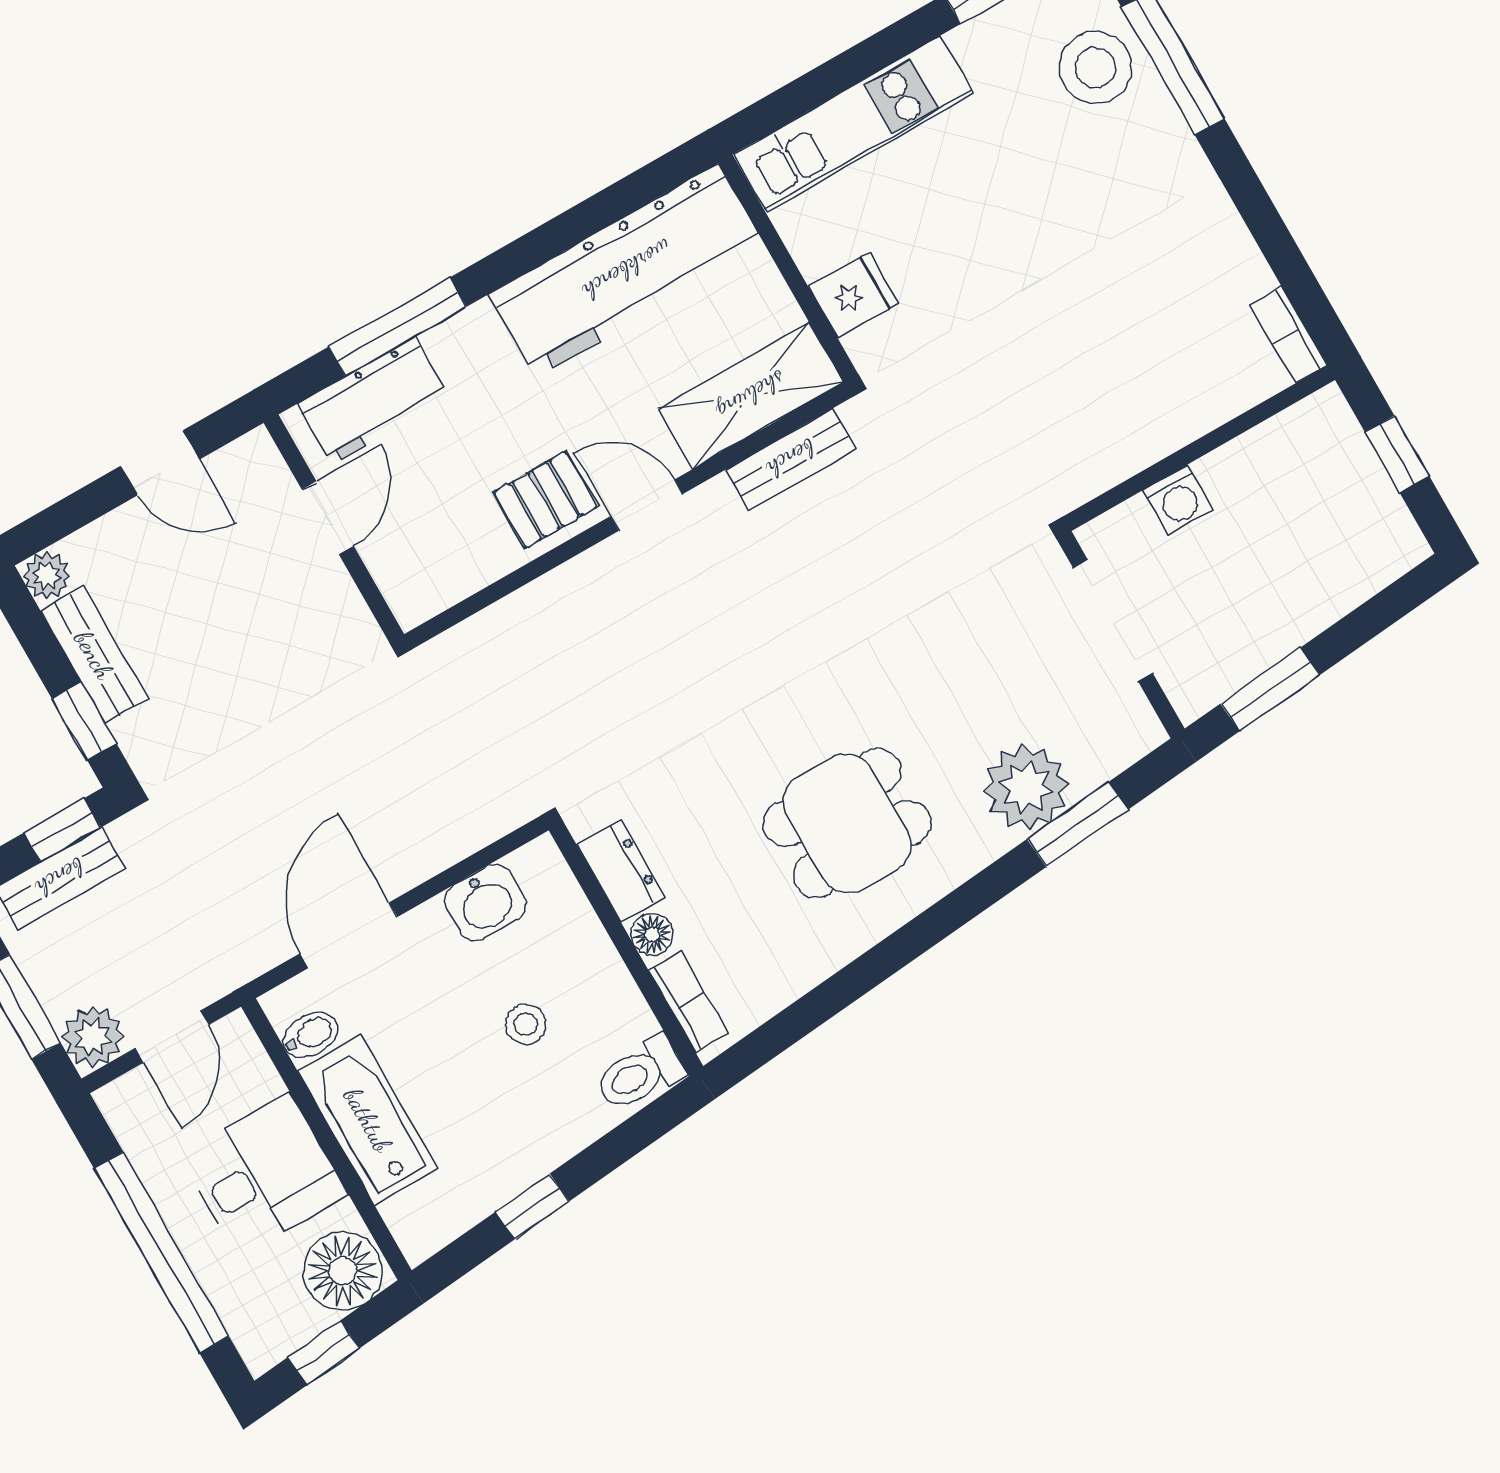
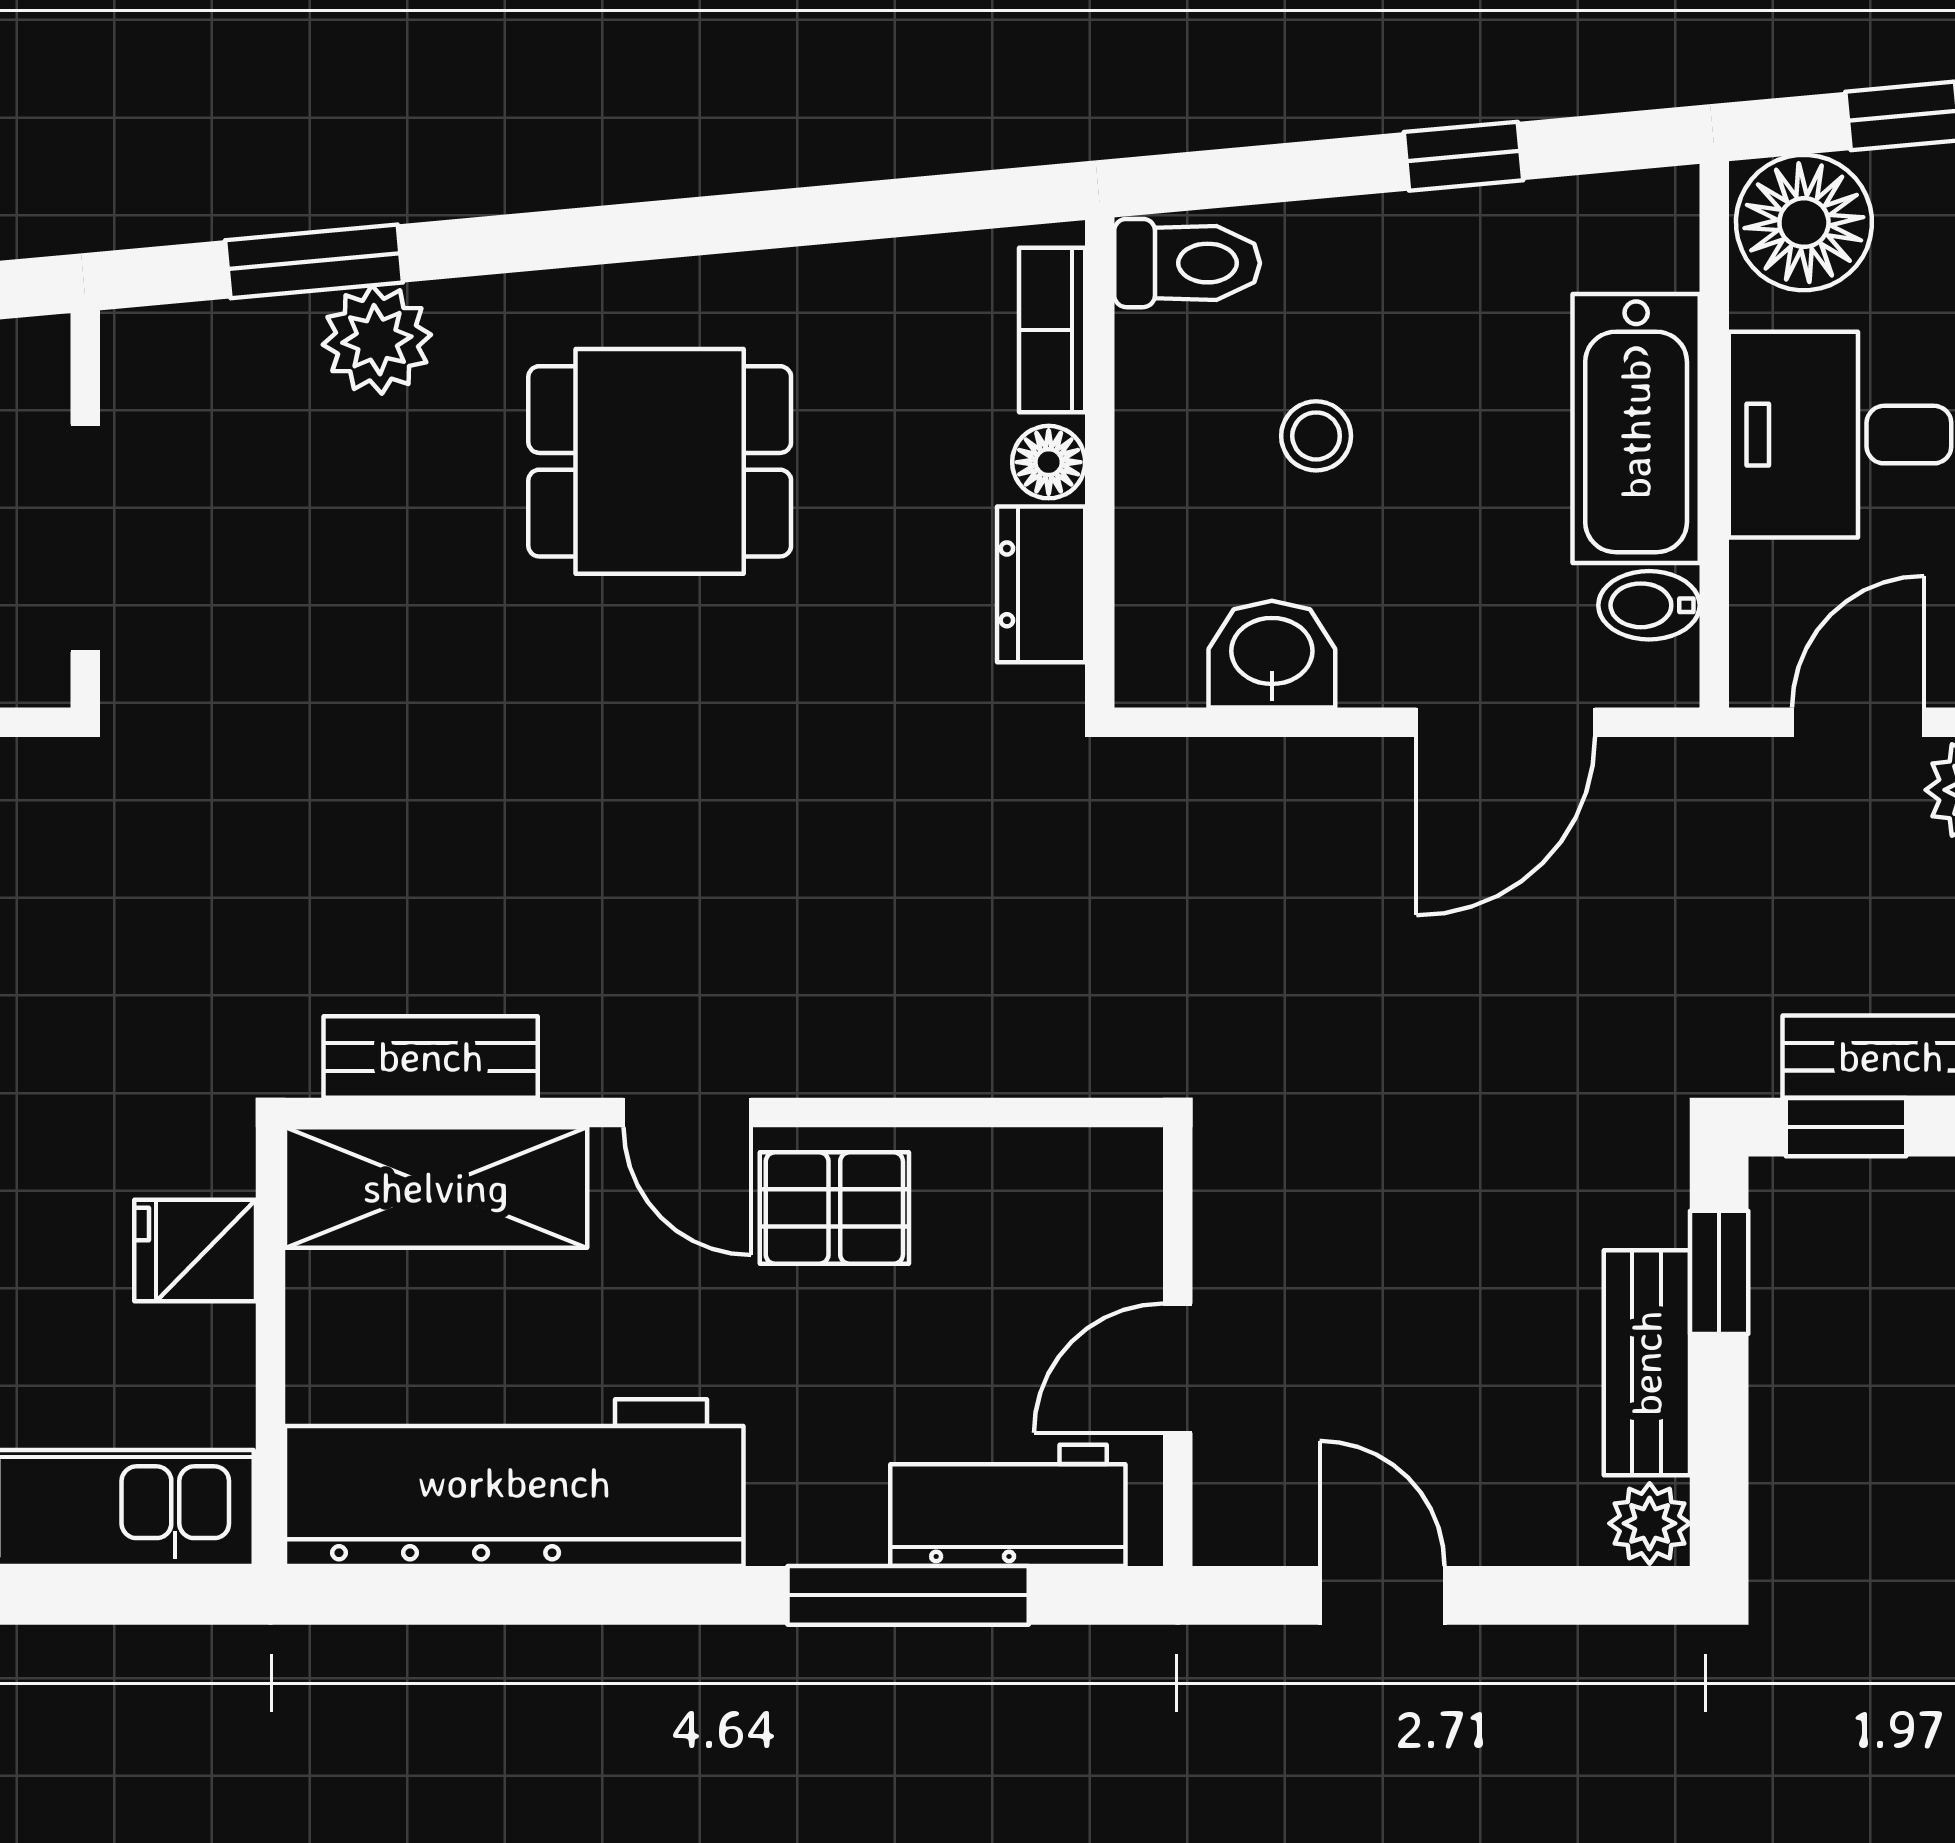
plant: (1026, 787) -> (377, 340), width x0.73, depth x0.73

